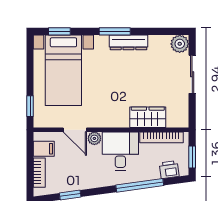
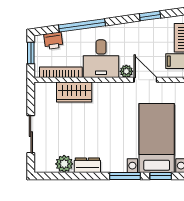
window: (115, 31) -> (125, 176), moved
dresser: (128, 42) -> (87, 165), width x0.70
plant: (180, 44) -> (64, 164), moved

